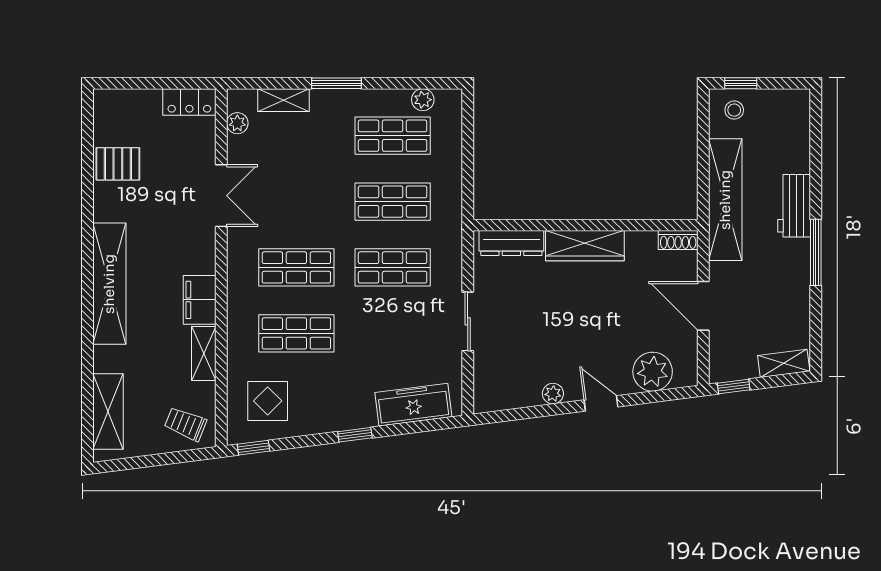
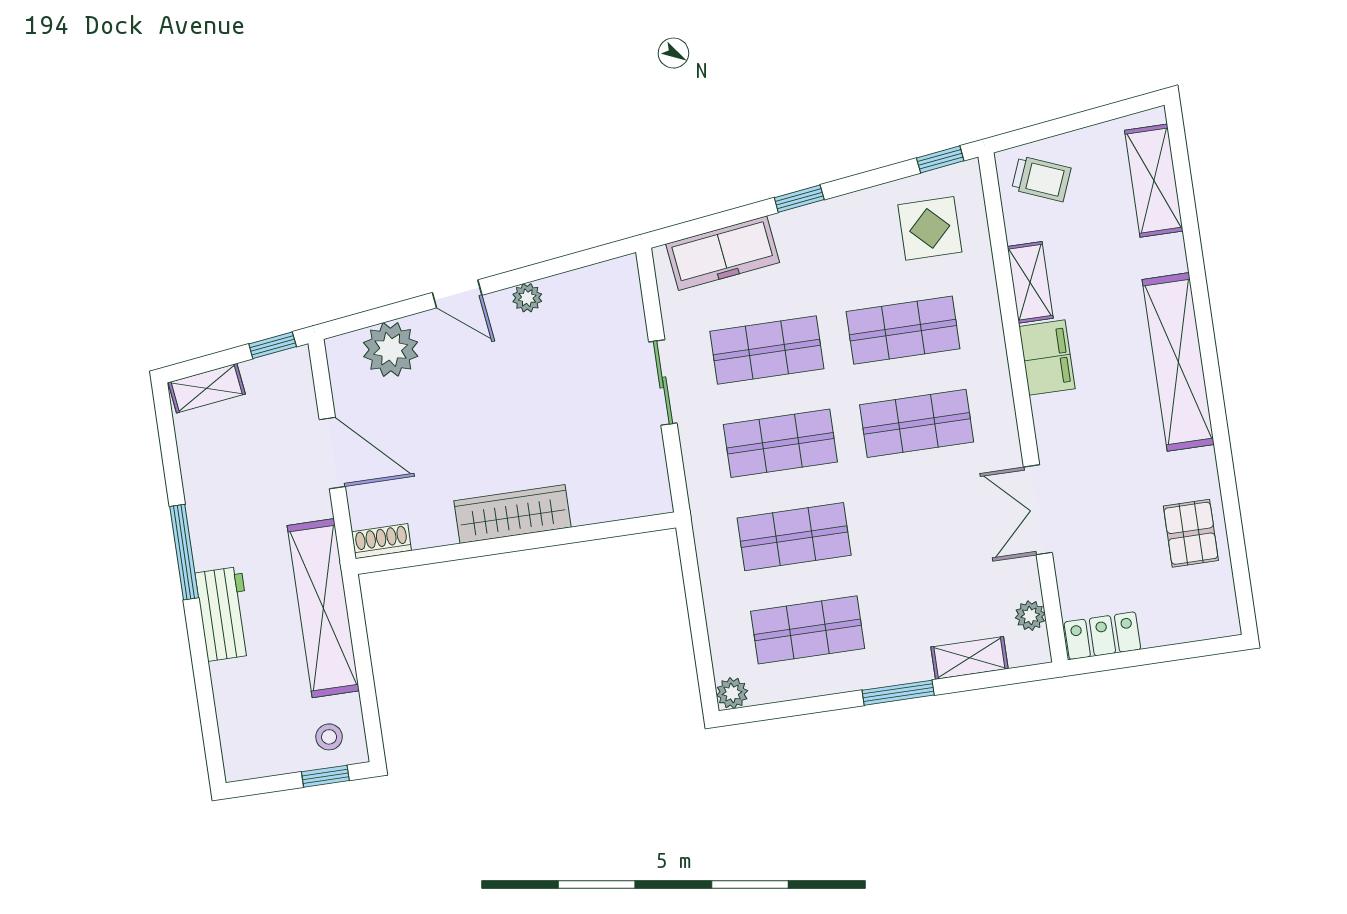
plant: (423, 100) -> (732, 693), moved
pallet: (118, 164) -> (1191, 533), turned 90
dresser: (511, 243) -> (617, 502), removed
shop shelf: (393, 333) -> (767, 350), added

